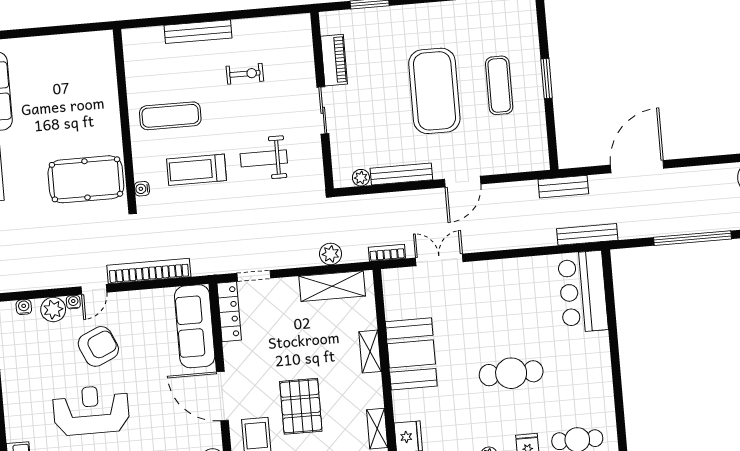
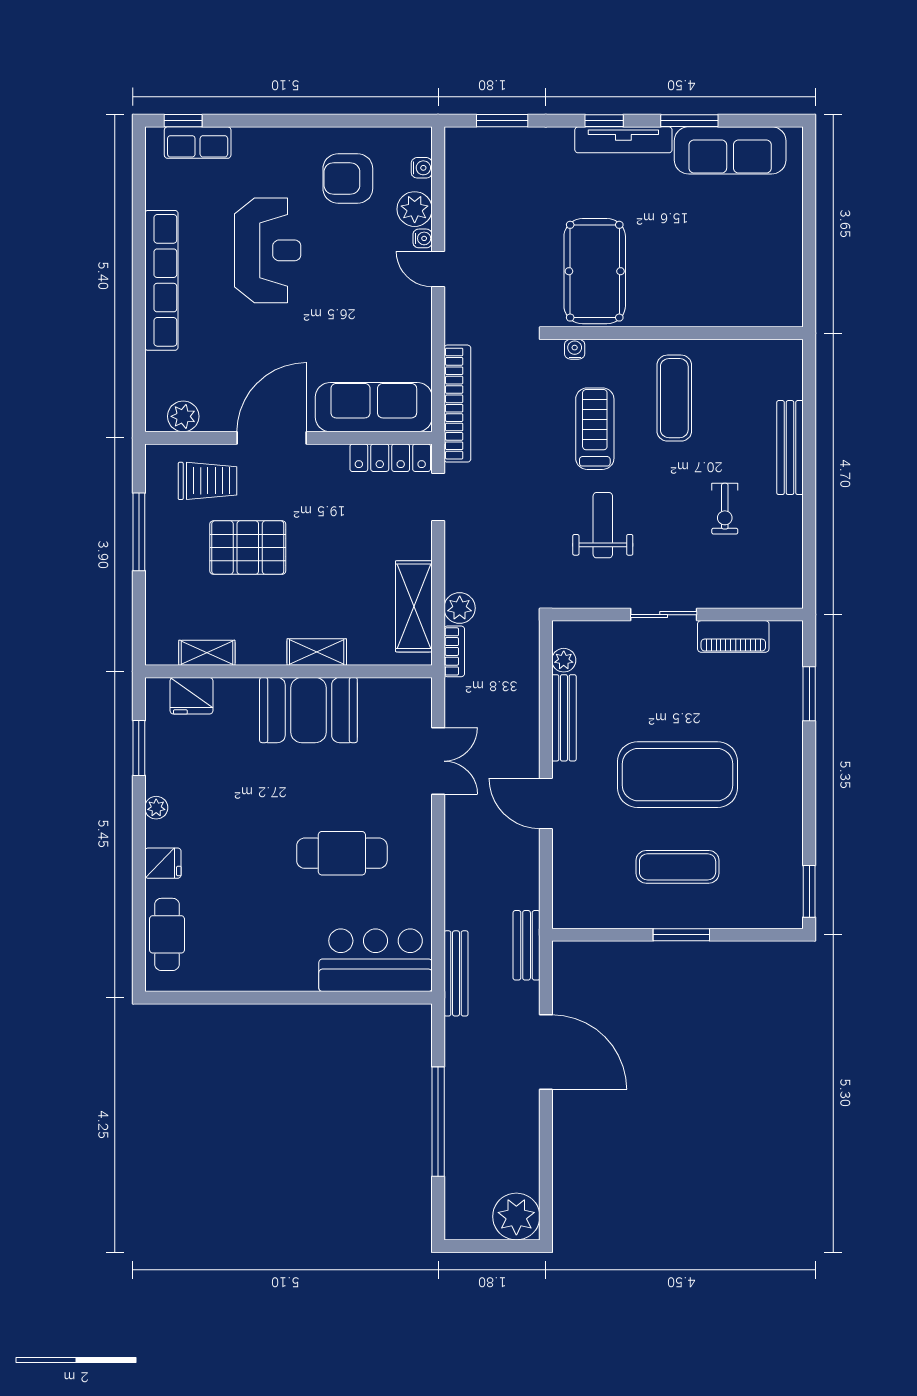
bookcase: (387, 253) -> (454, 651), moved
bookcase: (149, 271) -> (457, 404), moved
armchair: (98, 346) -> (348, 179), moved, turned 114
cafe table: (511, 373) -> (342, 853), moved, turned 90

